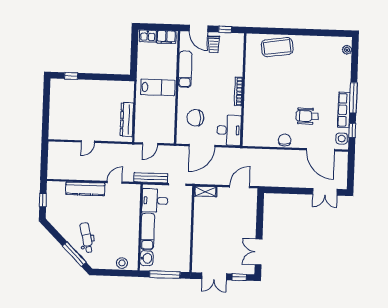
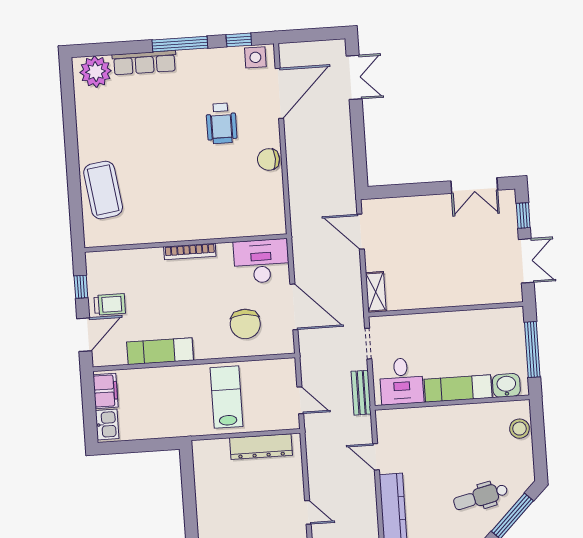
plant: (347, 50) -> (96, 72), width x1.88, depth x1.88
lab bench: (158, 87) -> (227, 397), moved
row of seats: (344, 110) -> (144, 63), moved
bench: (151, 178) -> (361, 393), width x0.73

